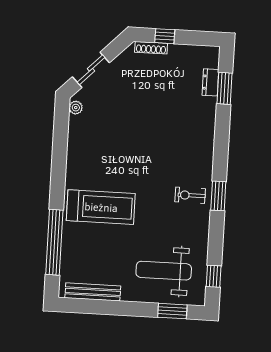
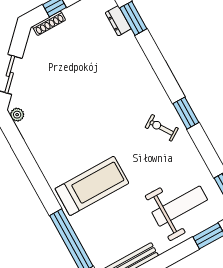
exercise bike: (190, 195) -> (162, 128), turned 57
weight bench: (164, 271) -> (180, 206), turned 180

